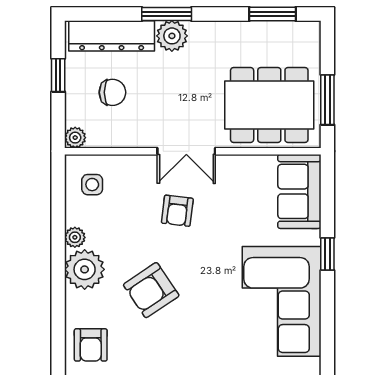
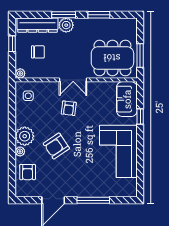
window: (273, 14) -> (99, 15), moved
plant: (75, 237) -> (20, 151), moved
window: (327, 254) -> (140, 117), moved

